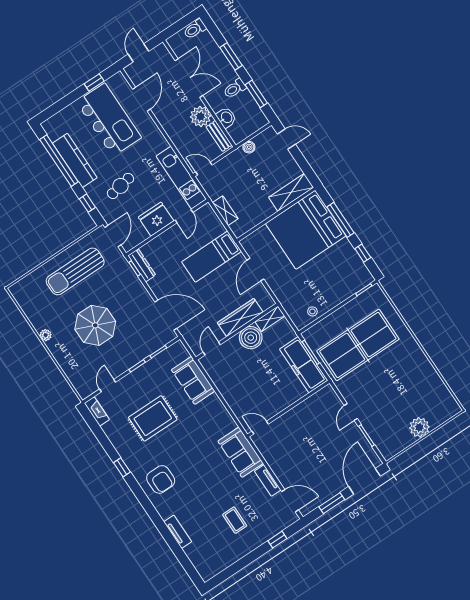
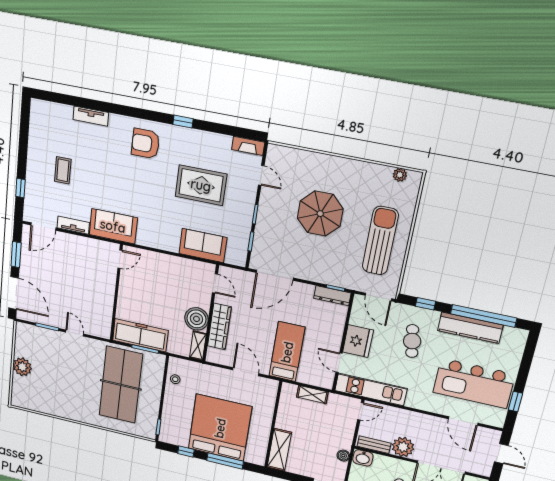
washbasin: (226, 118) -> (363, 458), moved
bed: (306, 230) -> (220, 428), moved
plant: (46, 335) -> (400, 175), moved
rug: (153, 418) -> (201, 185), turned 90
coffee table: (235, 520) -> (63, 170), turned 90

